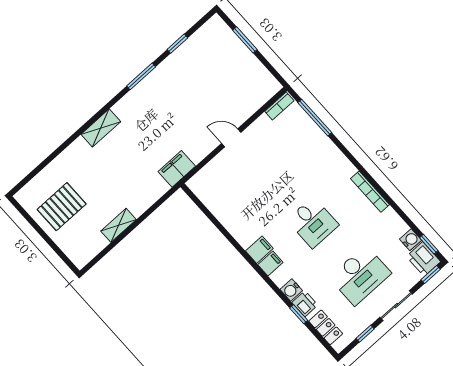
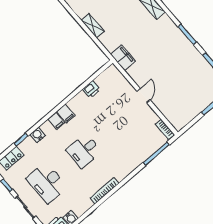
shelving: (118, 225) -> (93, 26), moved
printer: (305, 304) -> (91, 89), moved

